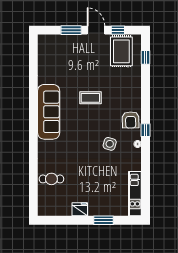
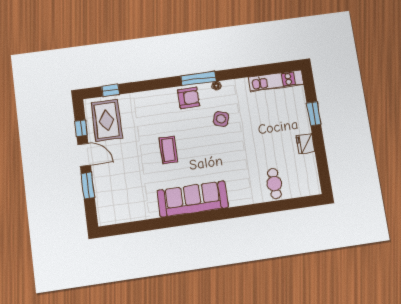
door: (96, 30) -> (84, 155), swing flipped
rug: (121, 51) -> (107, 120), turned 90
window: (146, 130) -> (198, 78), width x2.17

